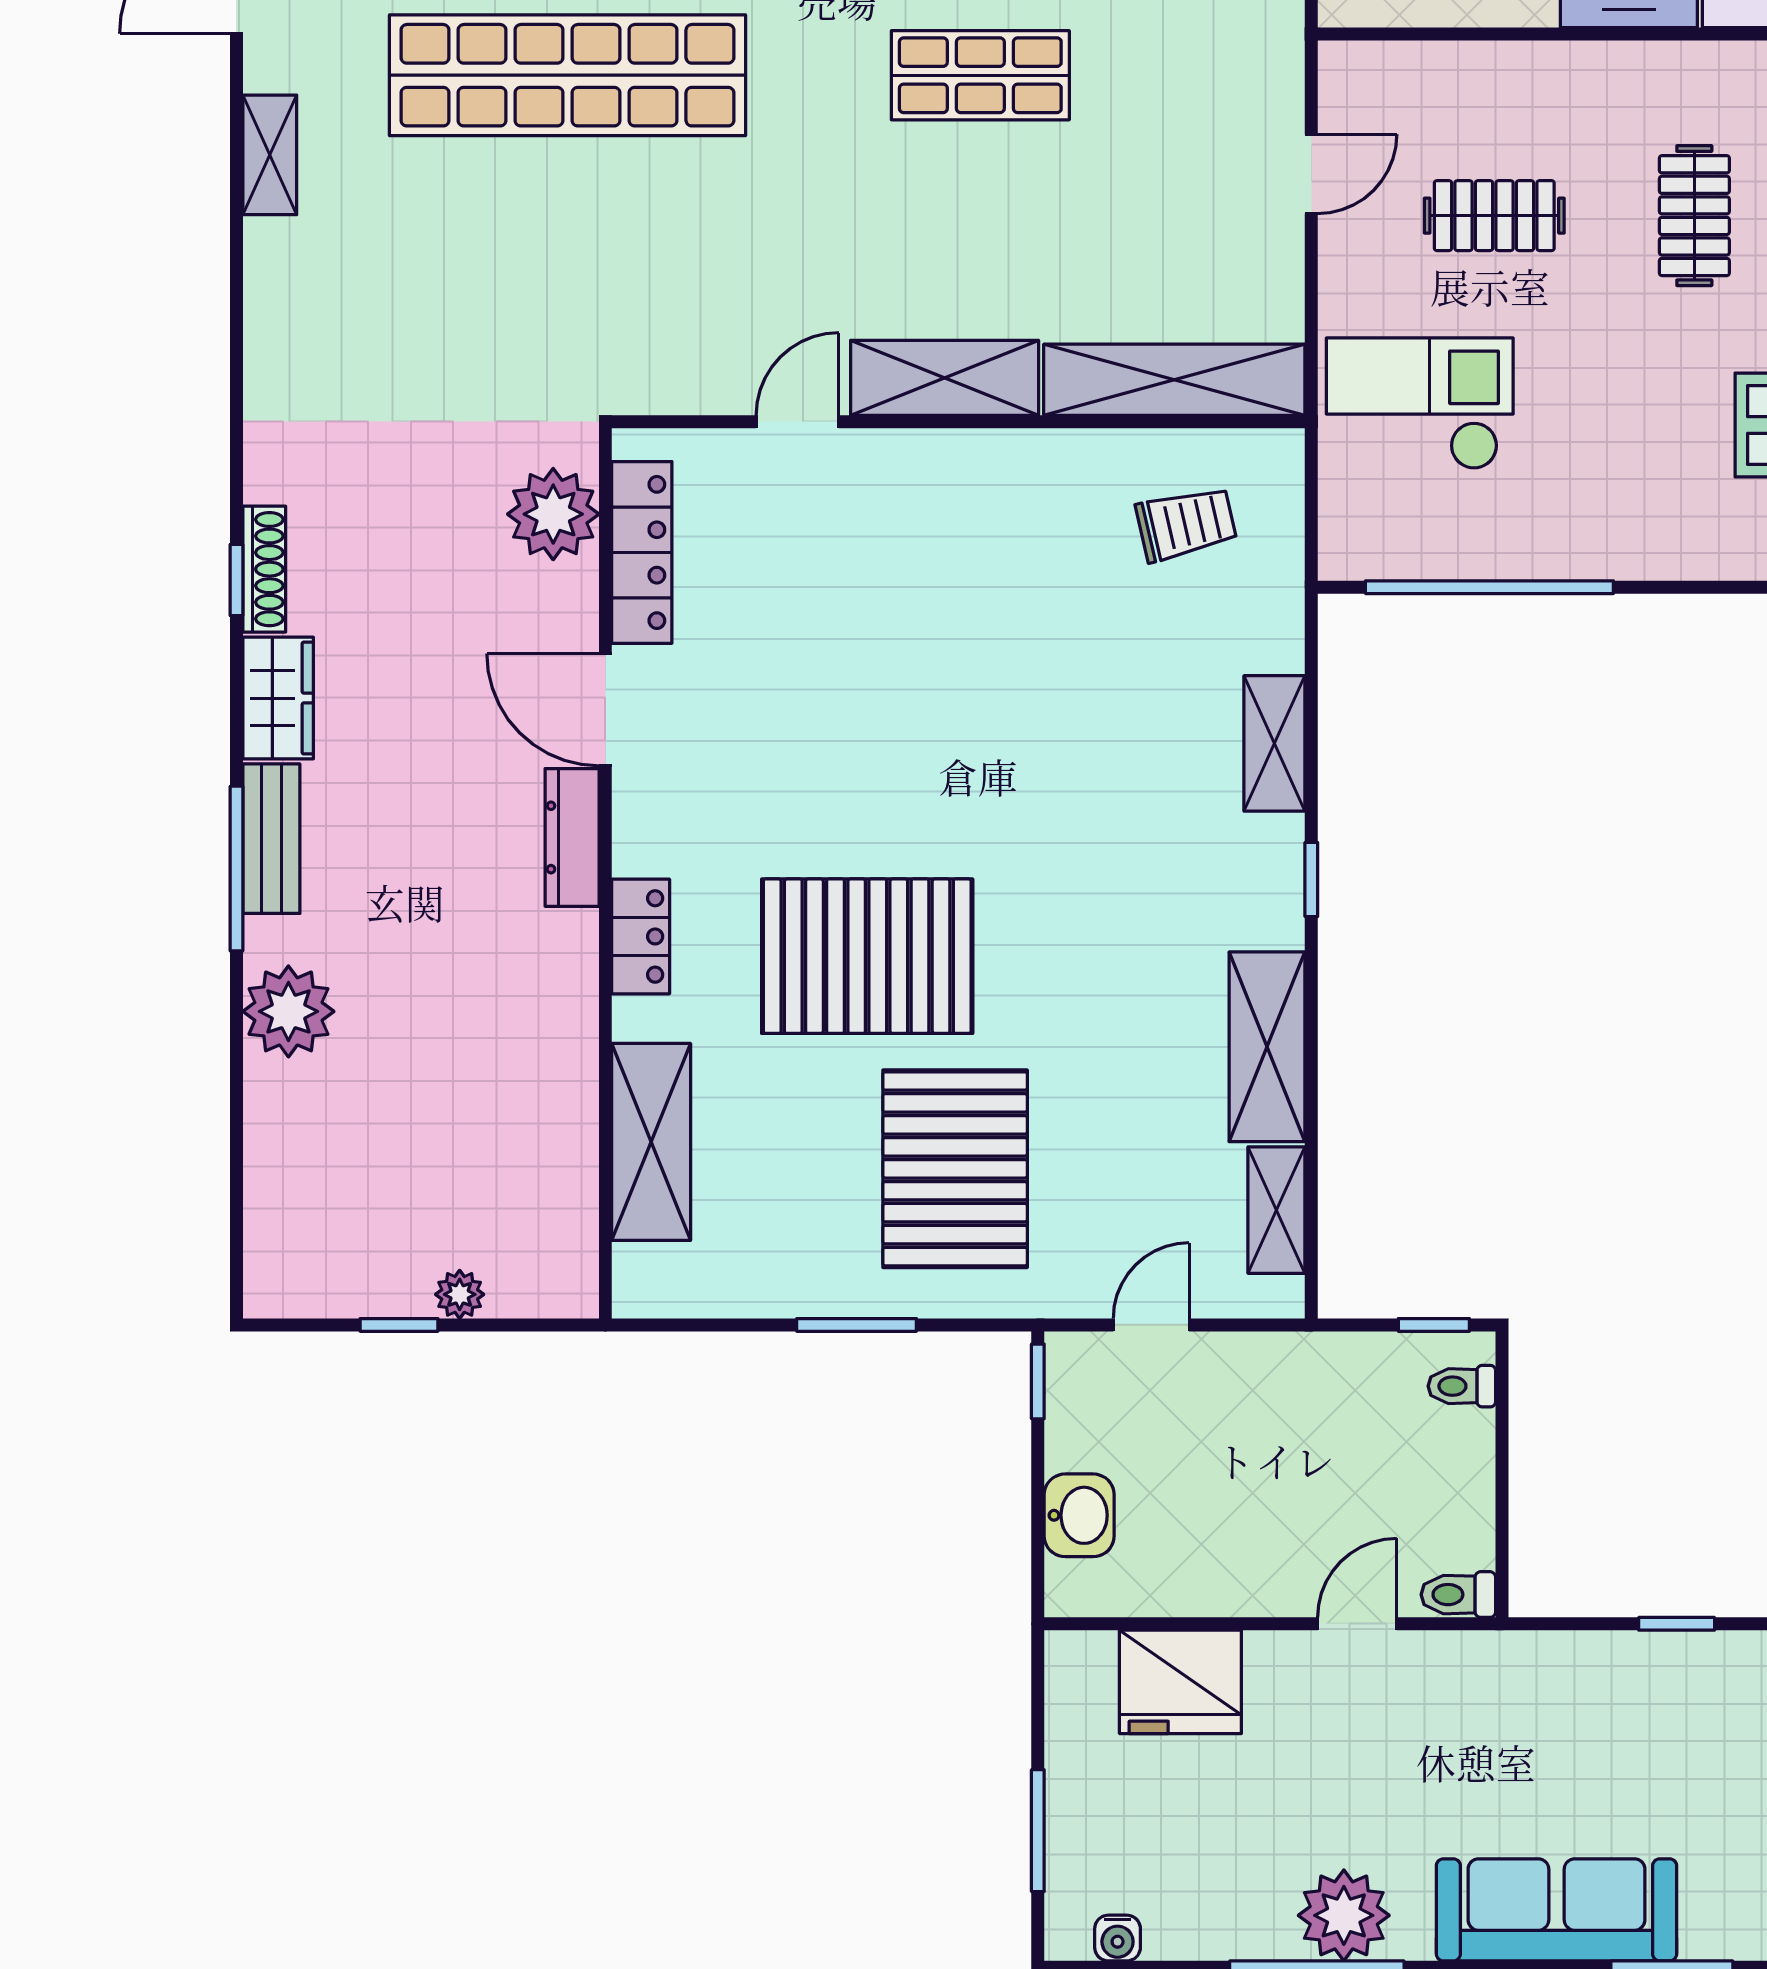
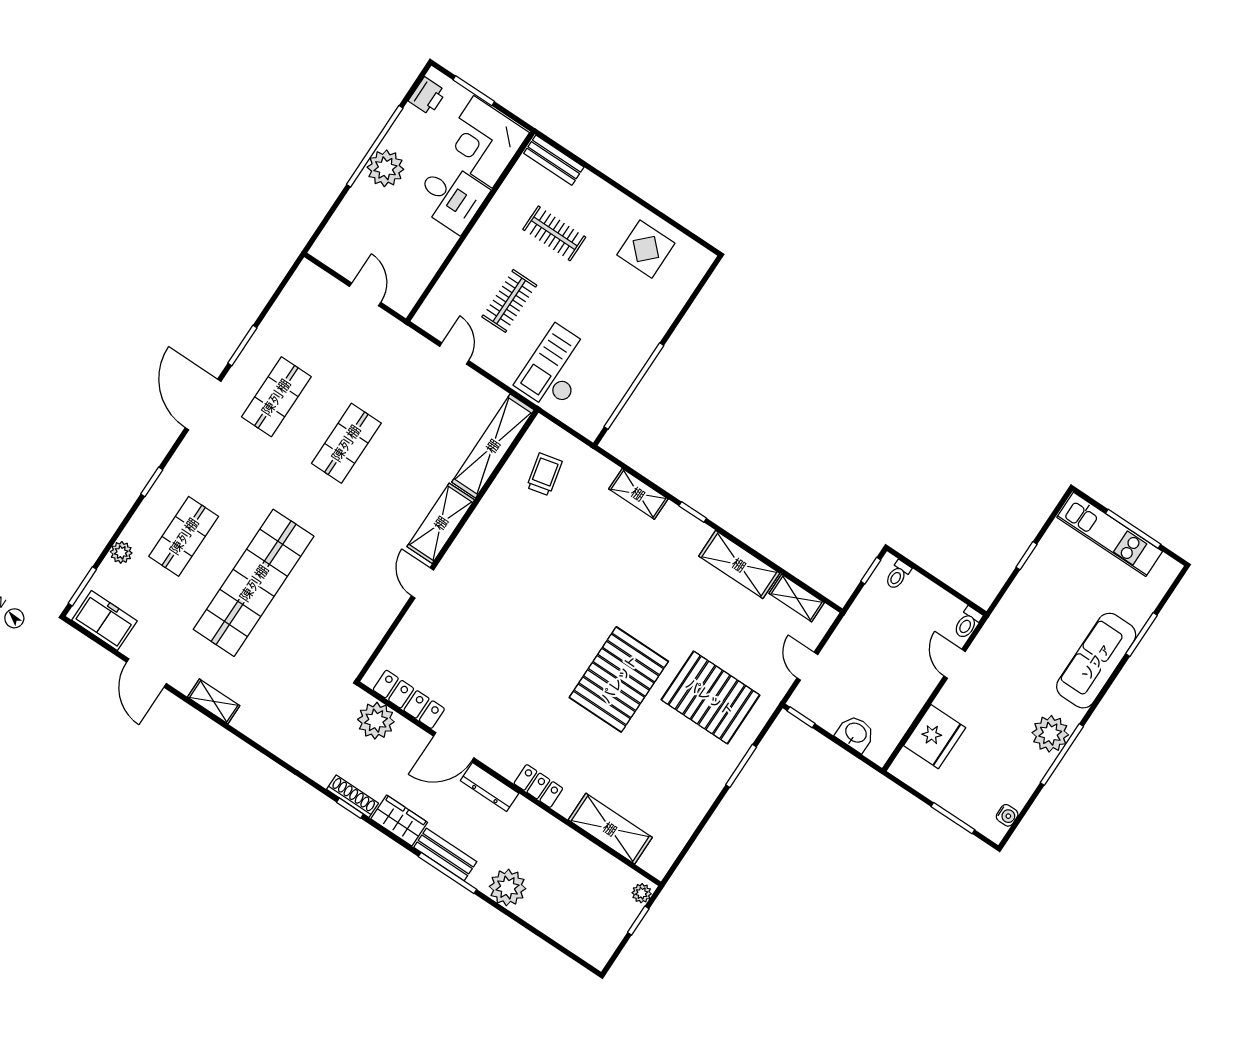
plant: (553, 514) -> (376, 721), moved
locker: (642, 552) -> (409, 699), moved
door: (605, 710) -> (454, 747), moved
dresser: (572, 837) -> (490, 787), moved
wall: (605, 873) -> (509, 784), moved
locker: (641, 936) -> (538, 786), moved
shelving: (651, 1142) -> (610, 829), moved

